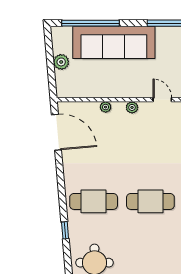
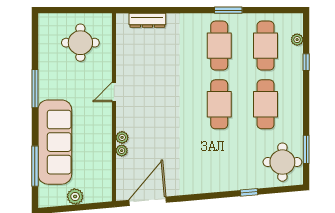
window: (91, 23) -> (35, 166), width x0.68
plant: (132, 107) -> (122, 137), moved
cafe table: (94, 201) -> (266, 104), moved

